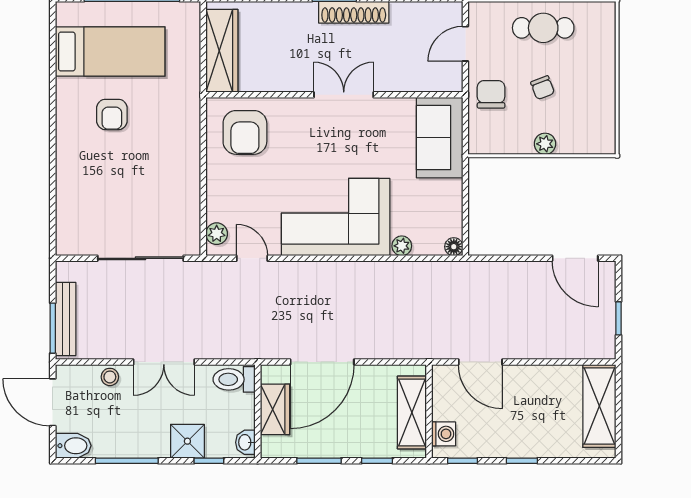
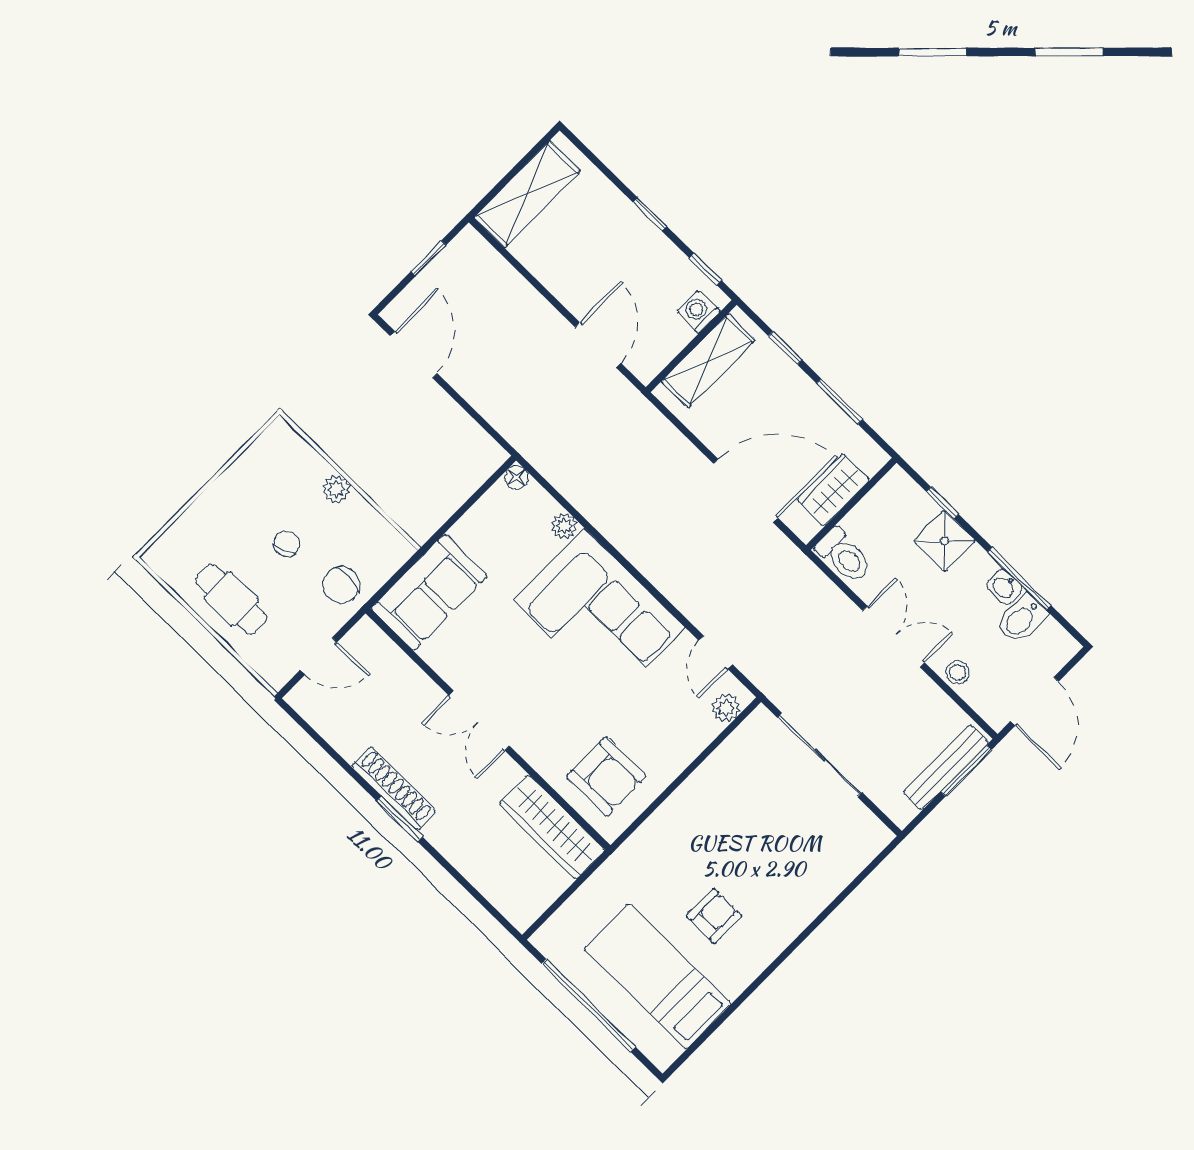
wardrobe: (222, 51) -> (552, 827), moved, turned -90
armchair: (245, 132) -> (606, 776), turned 90
washbasin: (245, 442) -> (1004, 587), moved, turned 90
bidet: (73, 446) -> (1022, 619), moved, turned -90

